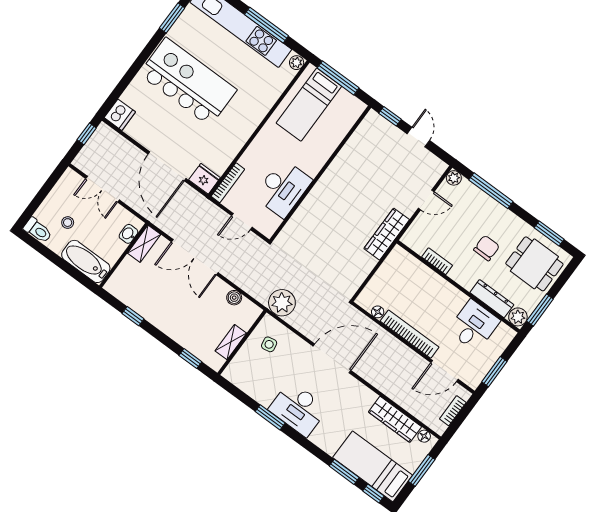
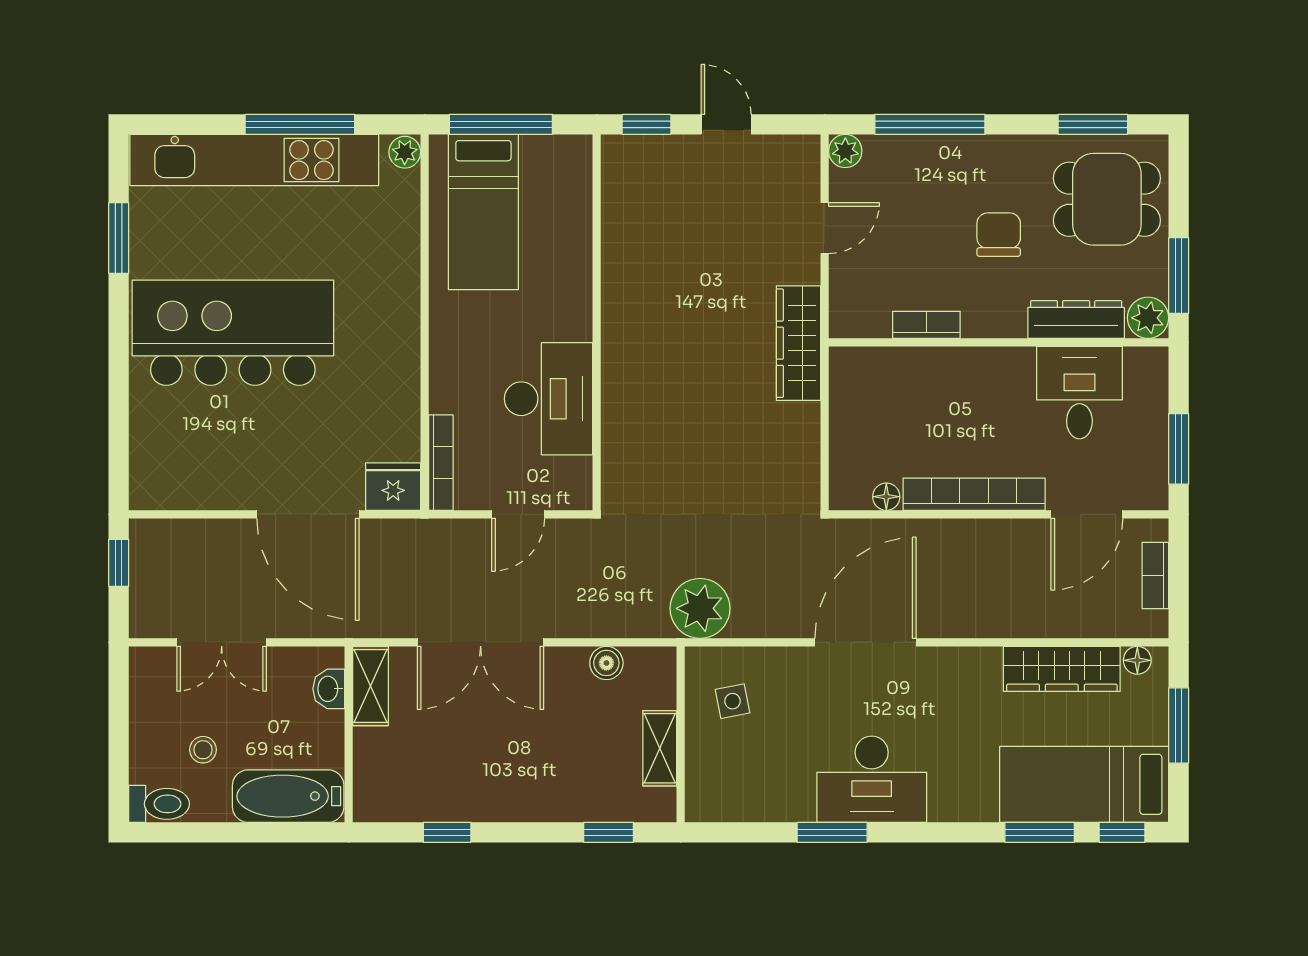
dishwasher: (120, 115) -> (153, 484), removed

